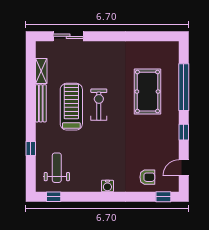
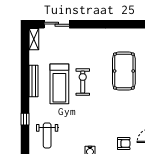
shelving: (41, 71) -> (34, 39), moved
treadmill: (71, 107) -> (59, 84), turned 180
weight bench: (57, 168) -> (47, 135), turned 180

